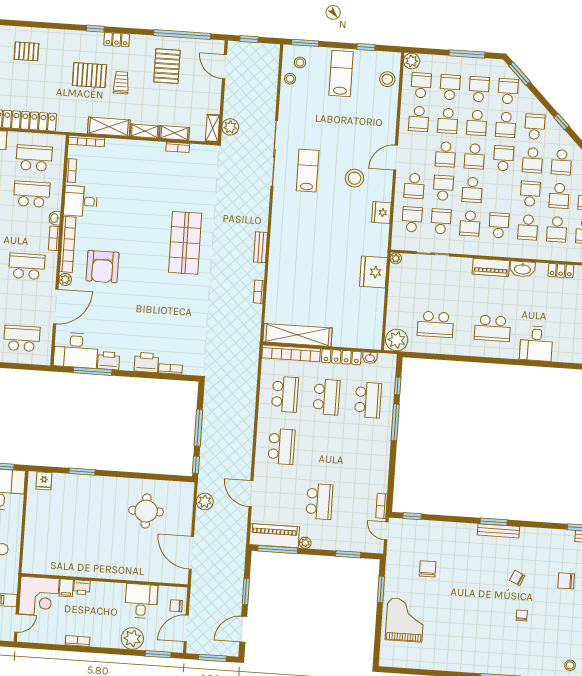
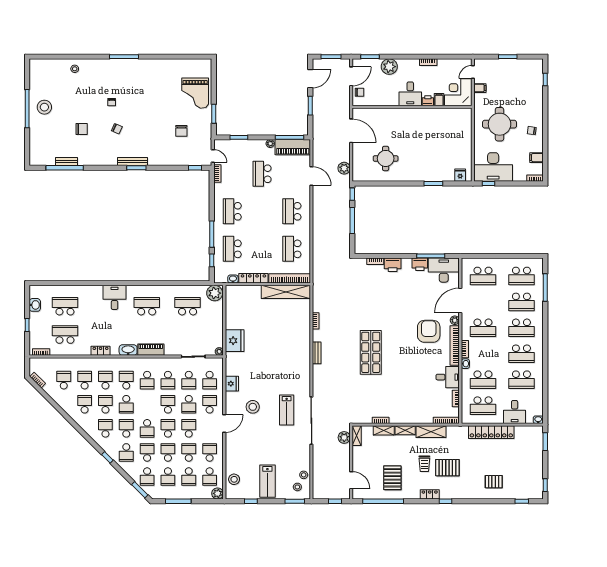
school desk: (470, 223) -> (168, 380), turned 180
school desk: (327, 397) -> (232, 211), moved
desk: (141, 601) -> (410, 94), moved

